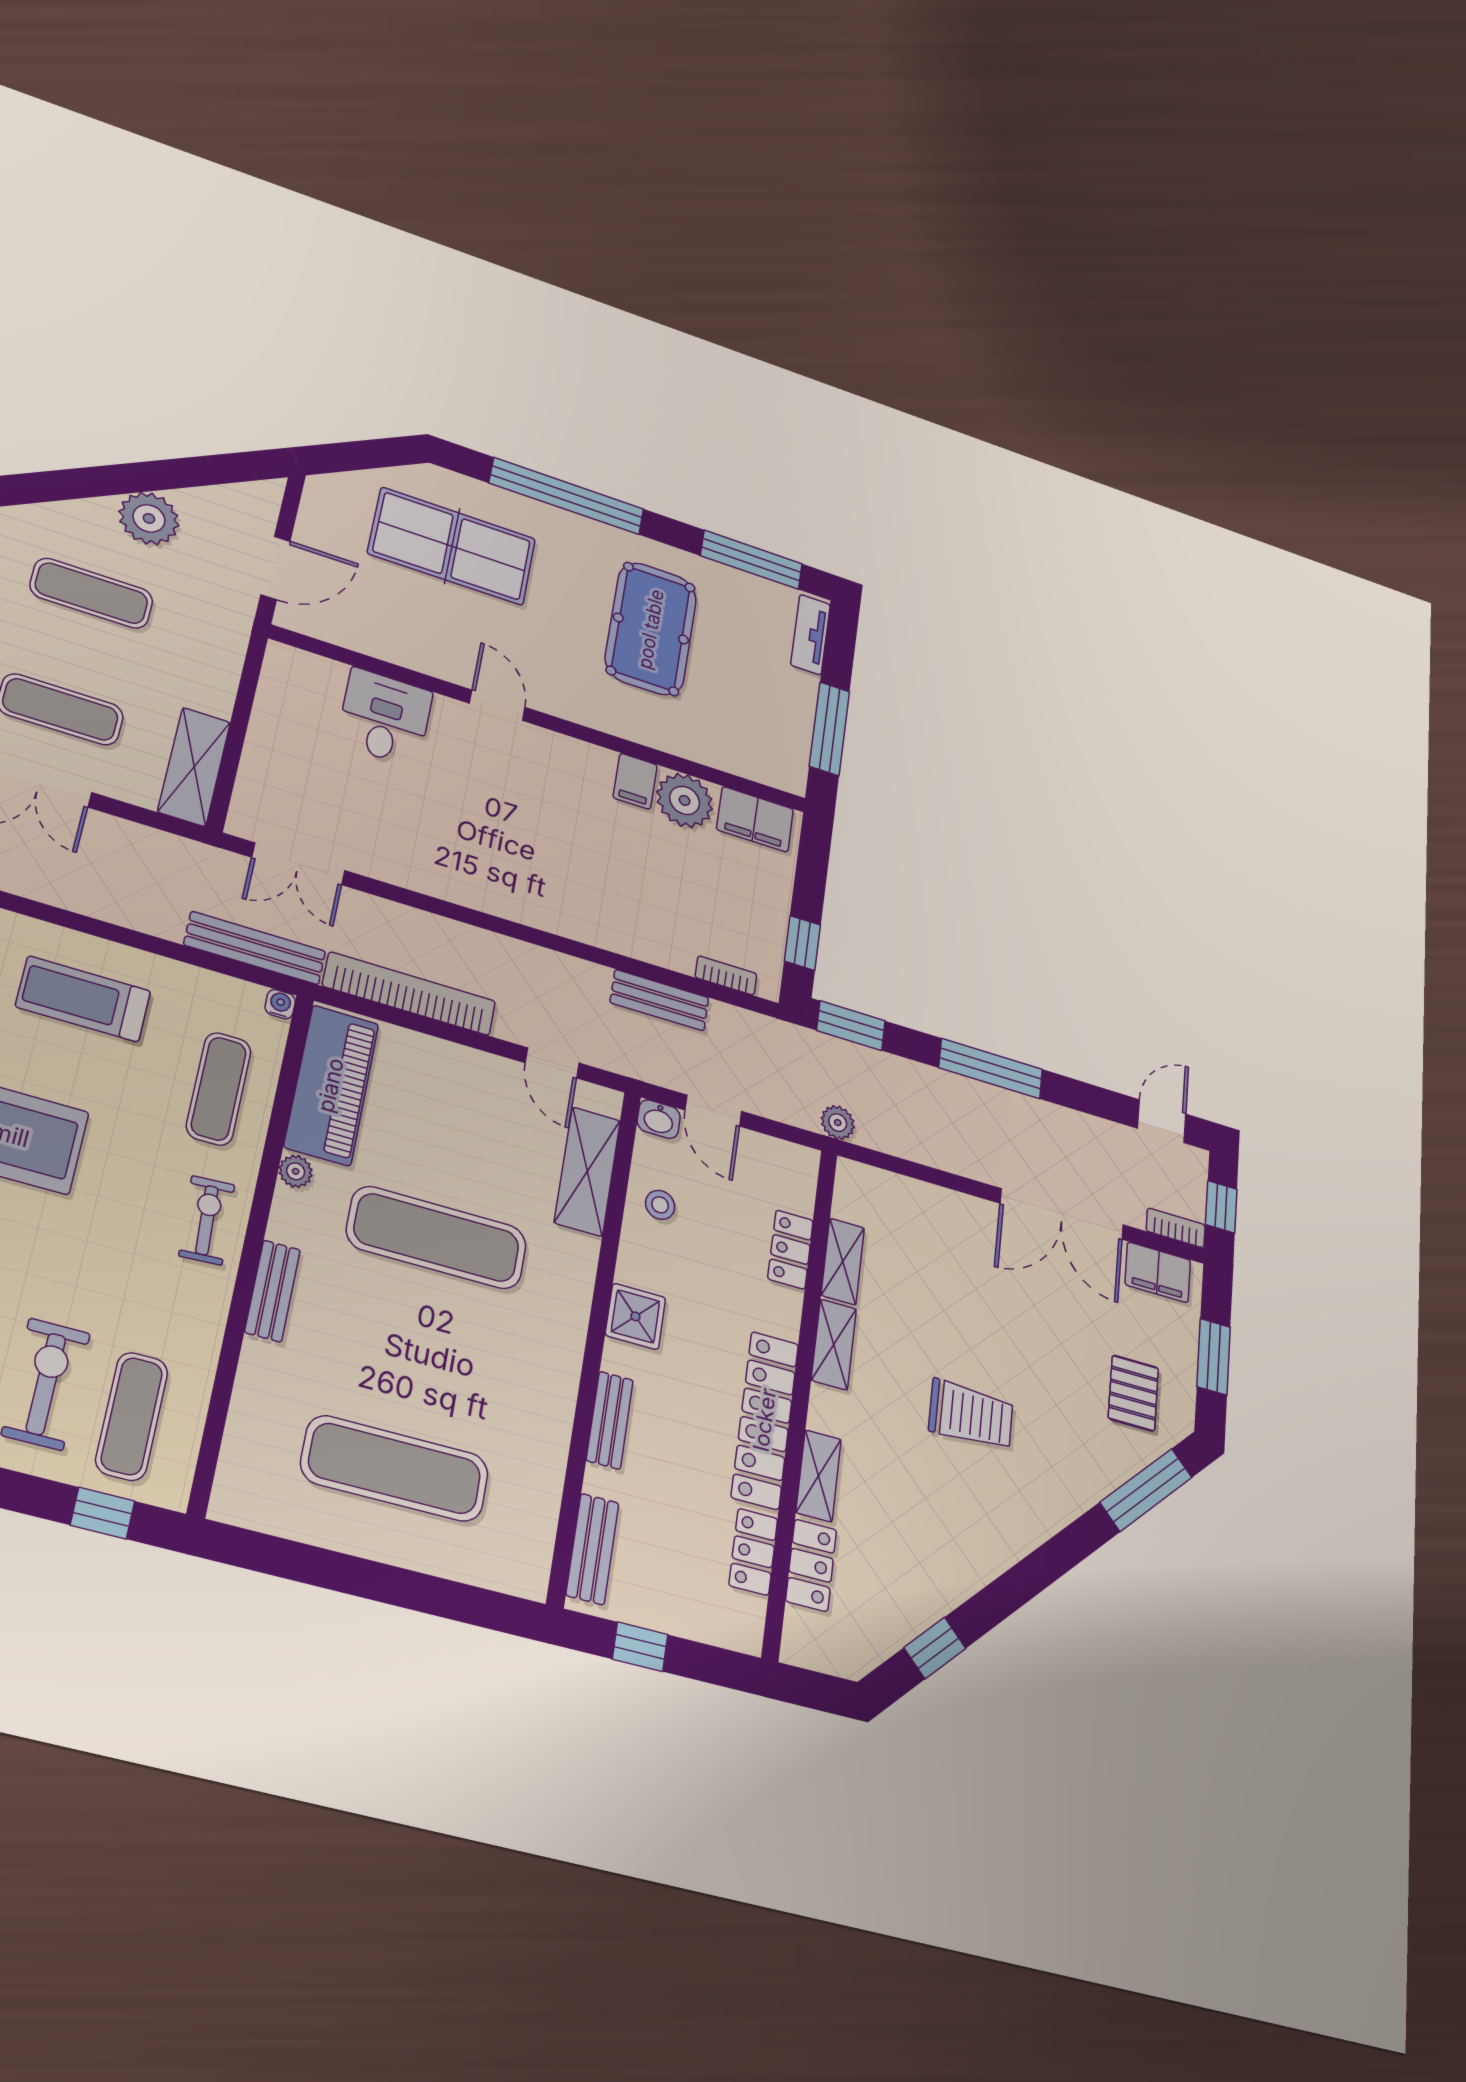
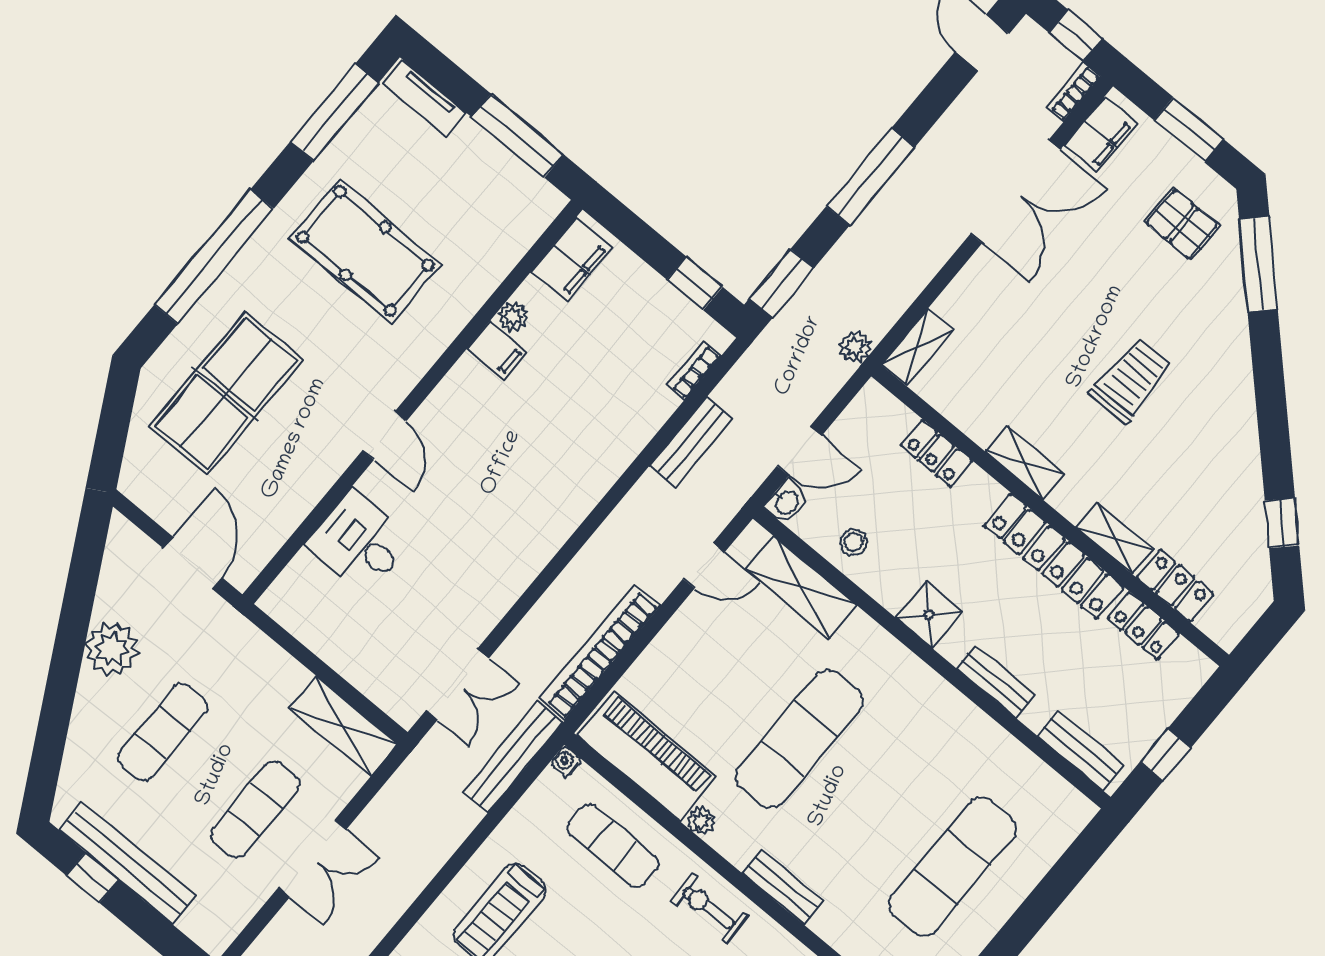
door: (497, 705) -> (384, 436), swing flipped
plant: (685, 800) -> (513, 317), width x0.53, depth x0.53
shelving: (843, 1261) -> (917, 347), moved, turned 90

